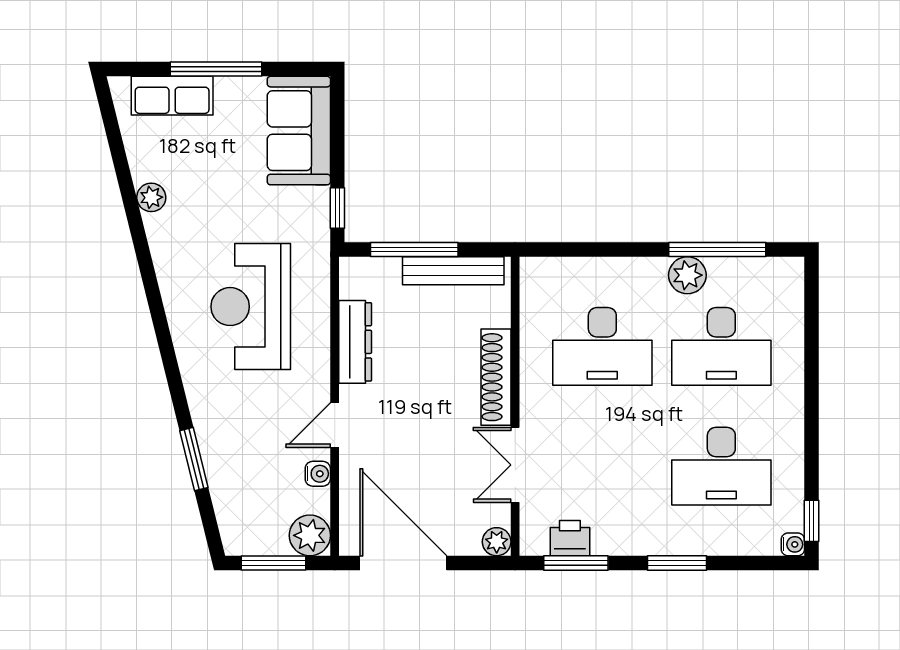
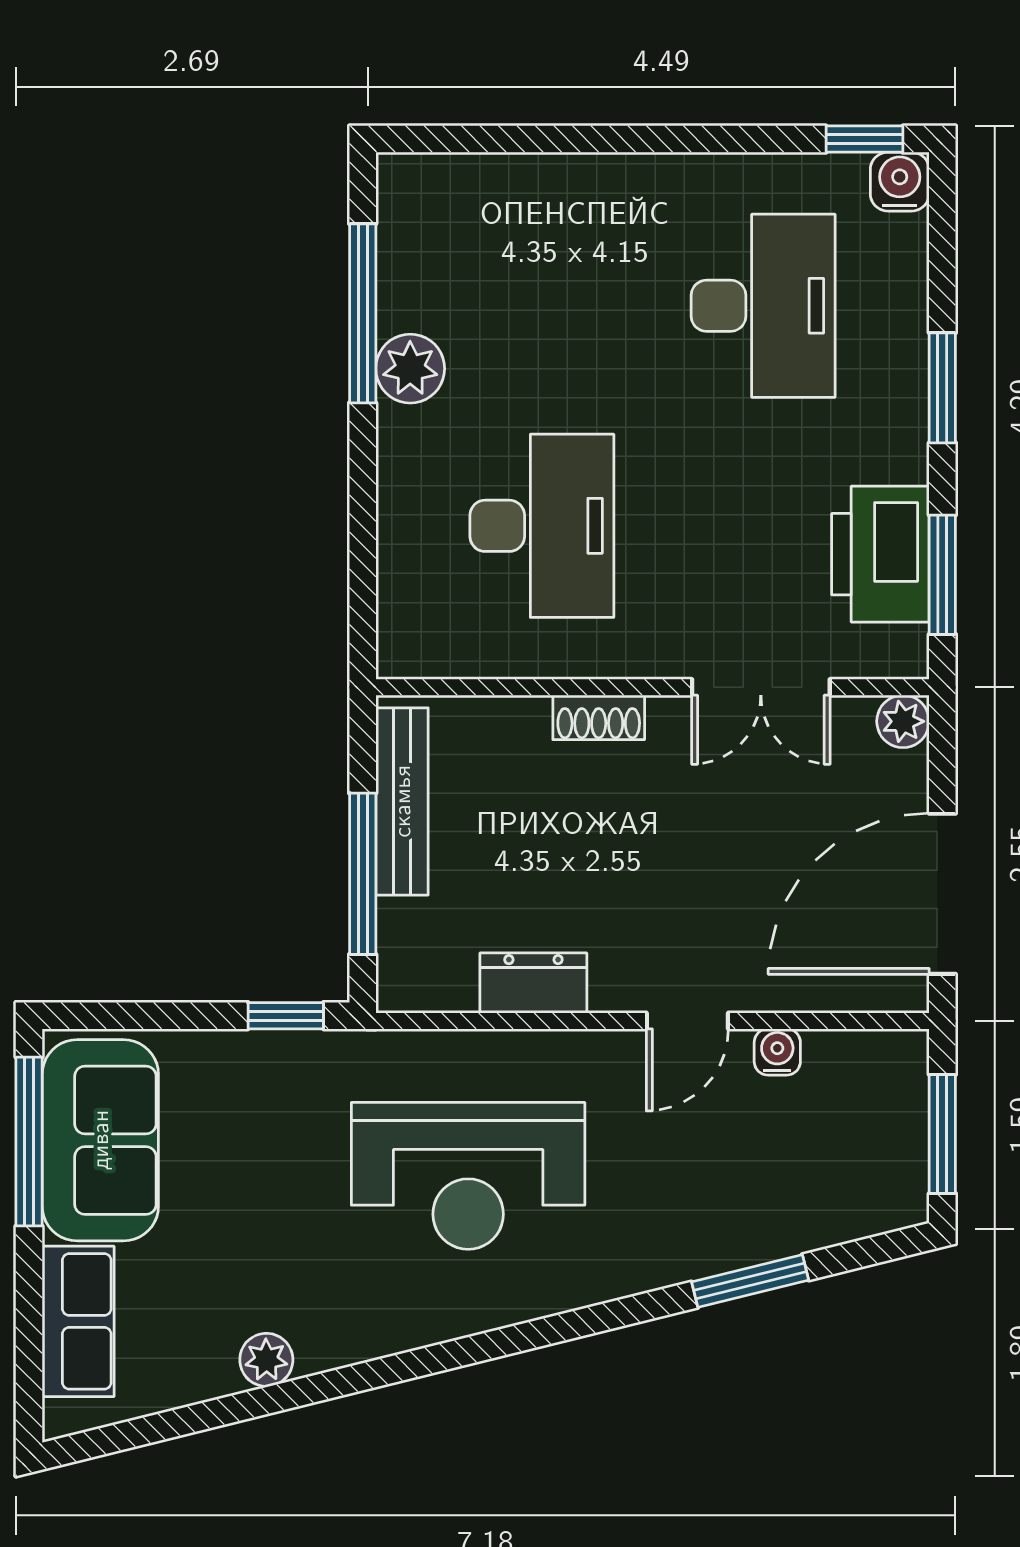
window: (216, 69) -> (29, 1142), moved
sofa: (299, 131) -> (100, 1140), moved, turned -90
dresser: (355, 342) -> (533, 983), width x0.70
desk: (721, 346) -> (542, 306), removed
shoe rack: (496, 377) -> (599, 717), width x0.51, depth x0.81
door: (335, 425) -> (687, 1021), hinge flipped
plant: (310, 535) -> (891, 1067), removed
printer: (570, 538) -> (880, 554), width x1.87, depth x1.48
water cooler: (793, 544) -> (900, 182), width x1.38, depth x1.38

